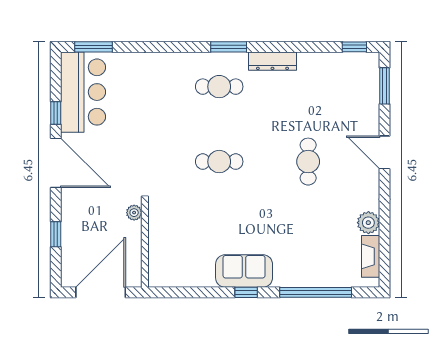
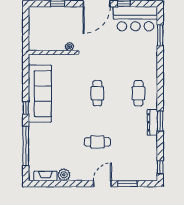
window: (93, 47) -> (160, 35), moved
window: (229, 47) -> (160, 121), moved
window: (384, 86) -> (127, 184), moved
sofa: (244, 271) -> (40, 94), width x1.85, depth x1.27
door: (101, 292) -> (26, 28), removed

